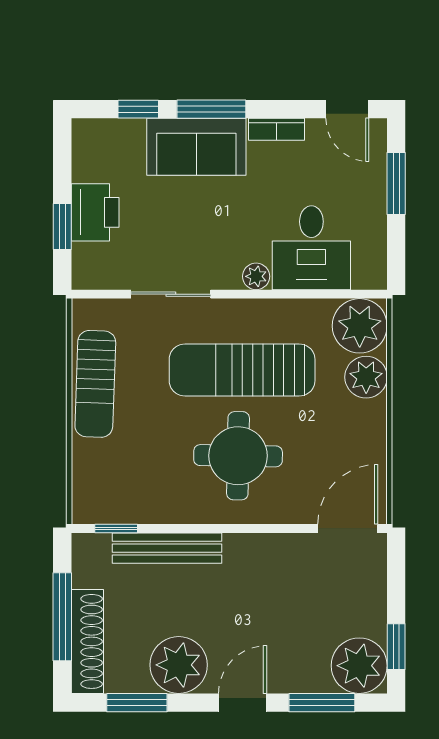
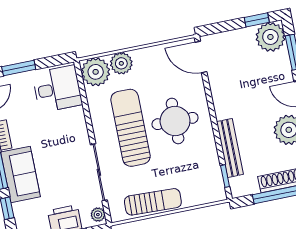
desk: (311, 248) -> (57, 89), moved
plant: (256, 276) -> (98, 215), moved
sliding door: (171, 294) -> (99, 172), width x1.37
sun lounger: (242, 370) -> (131, 128), turned 180

